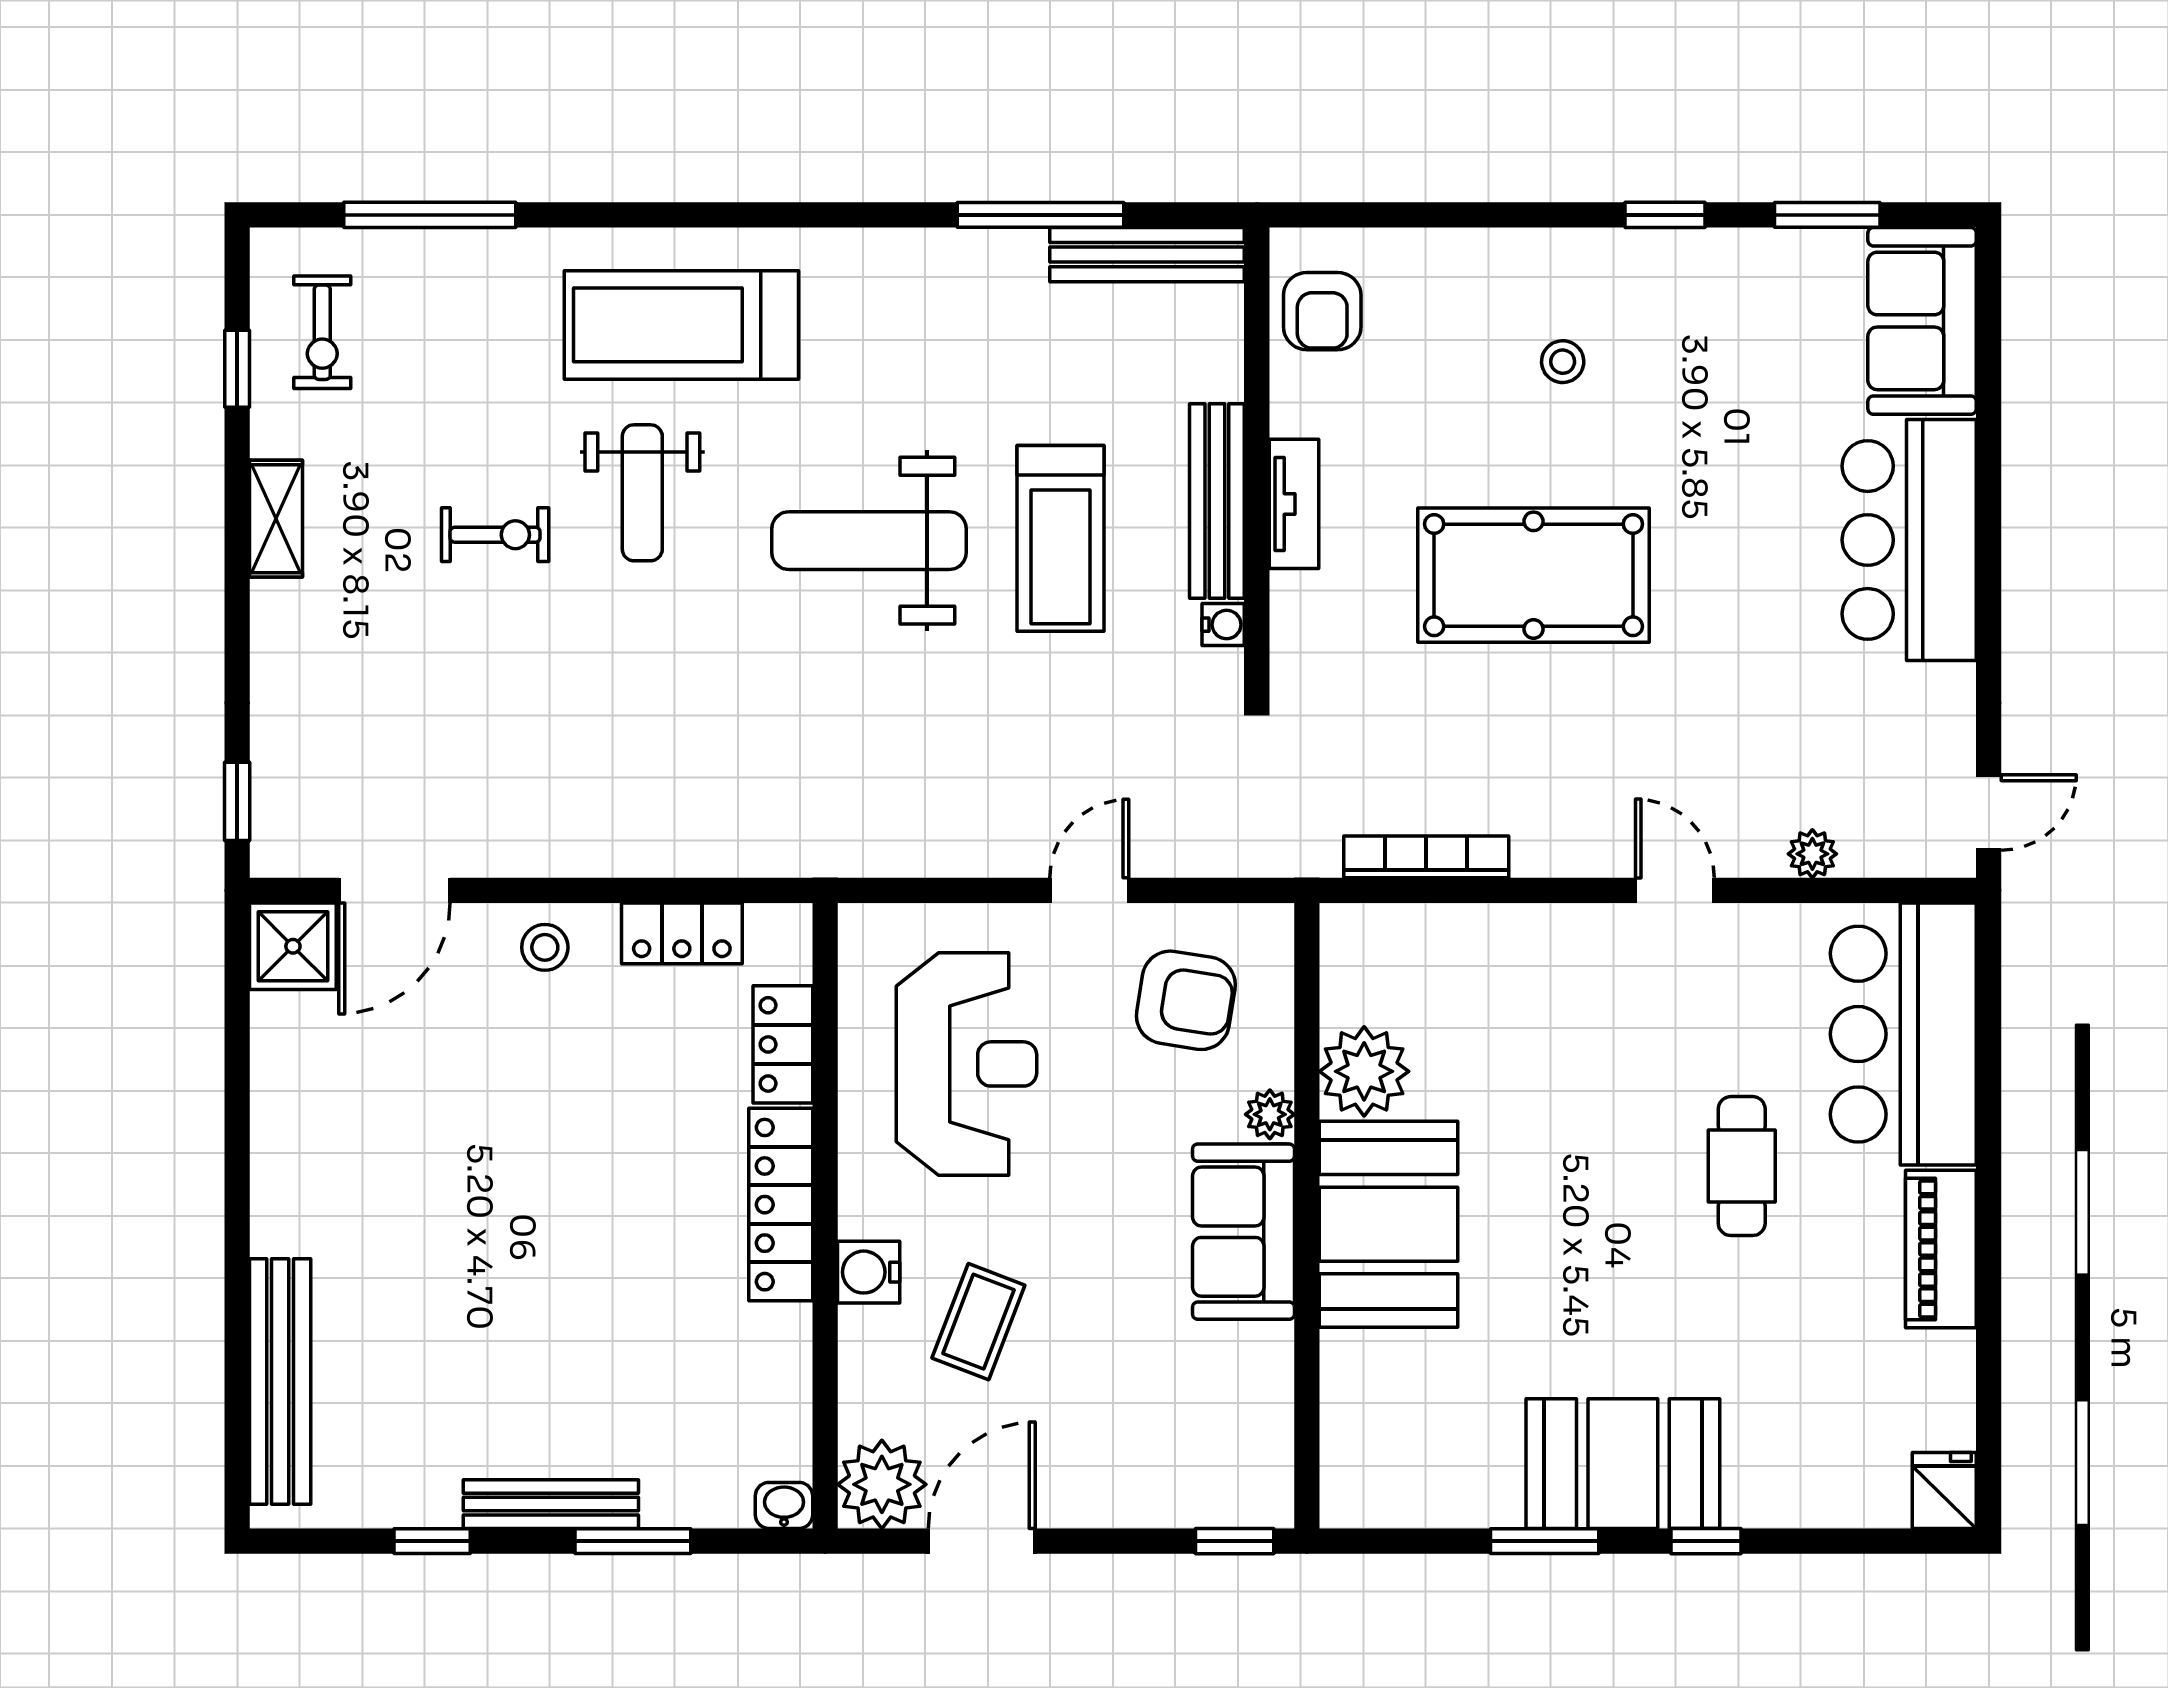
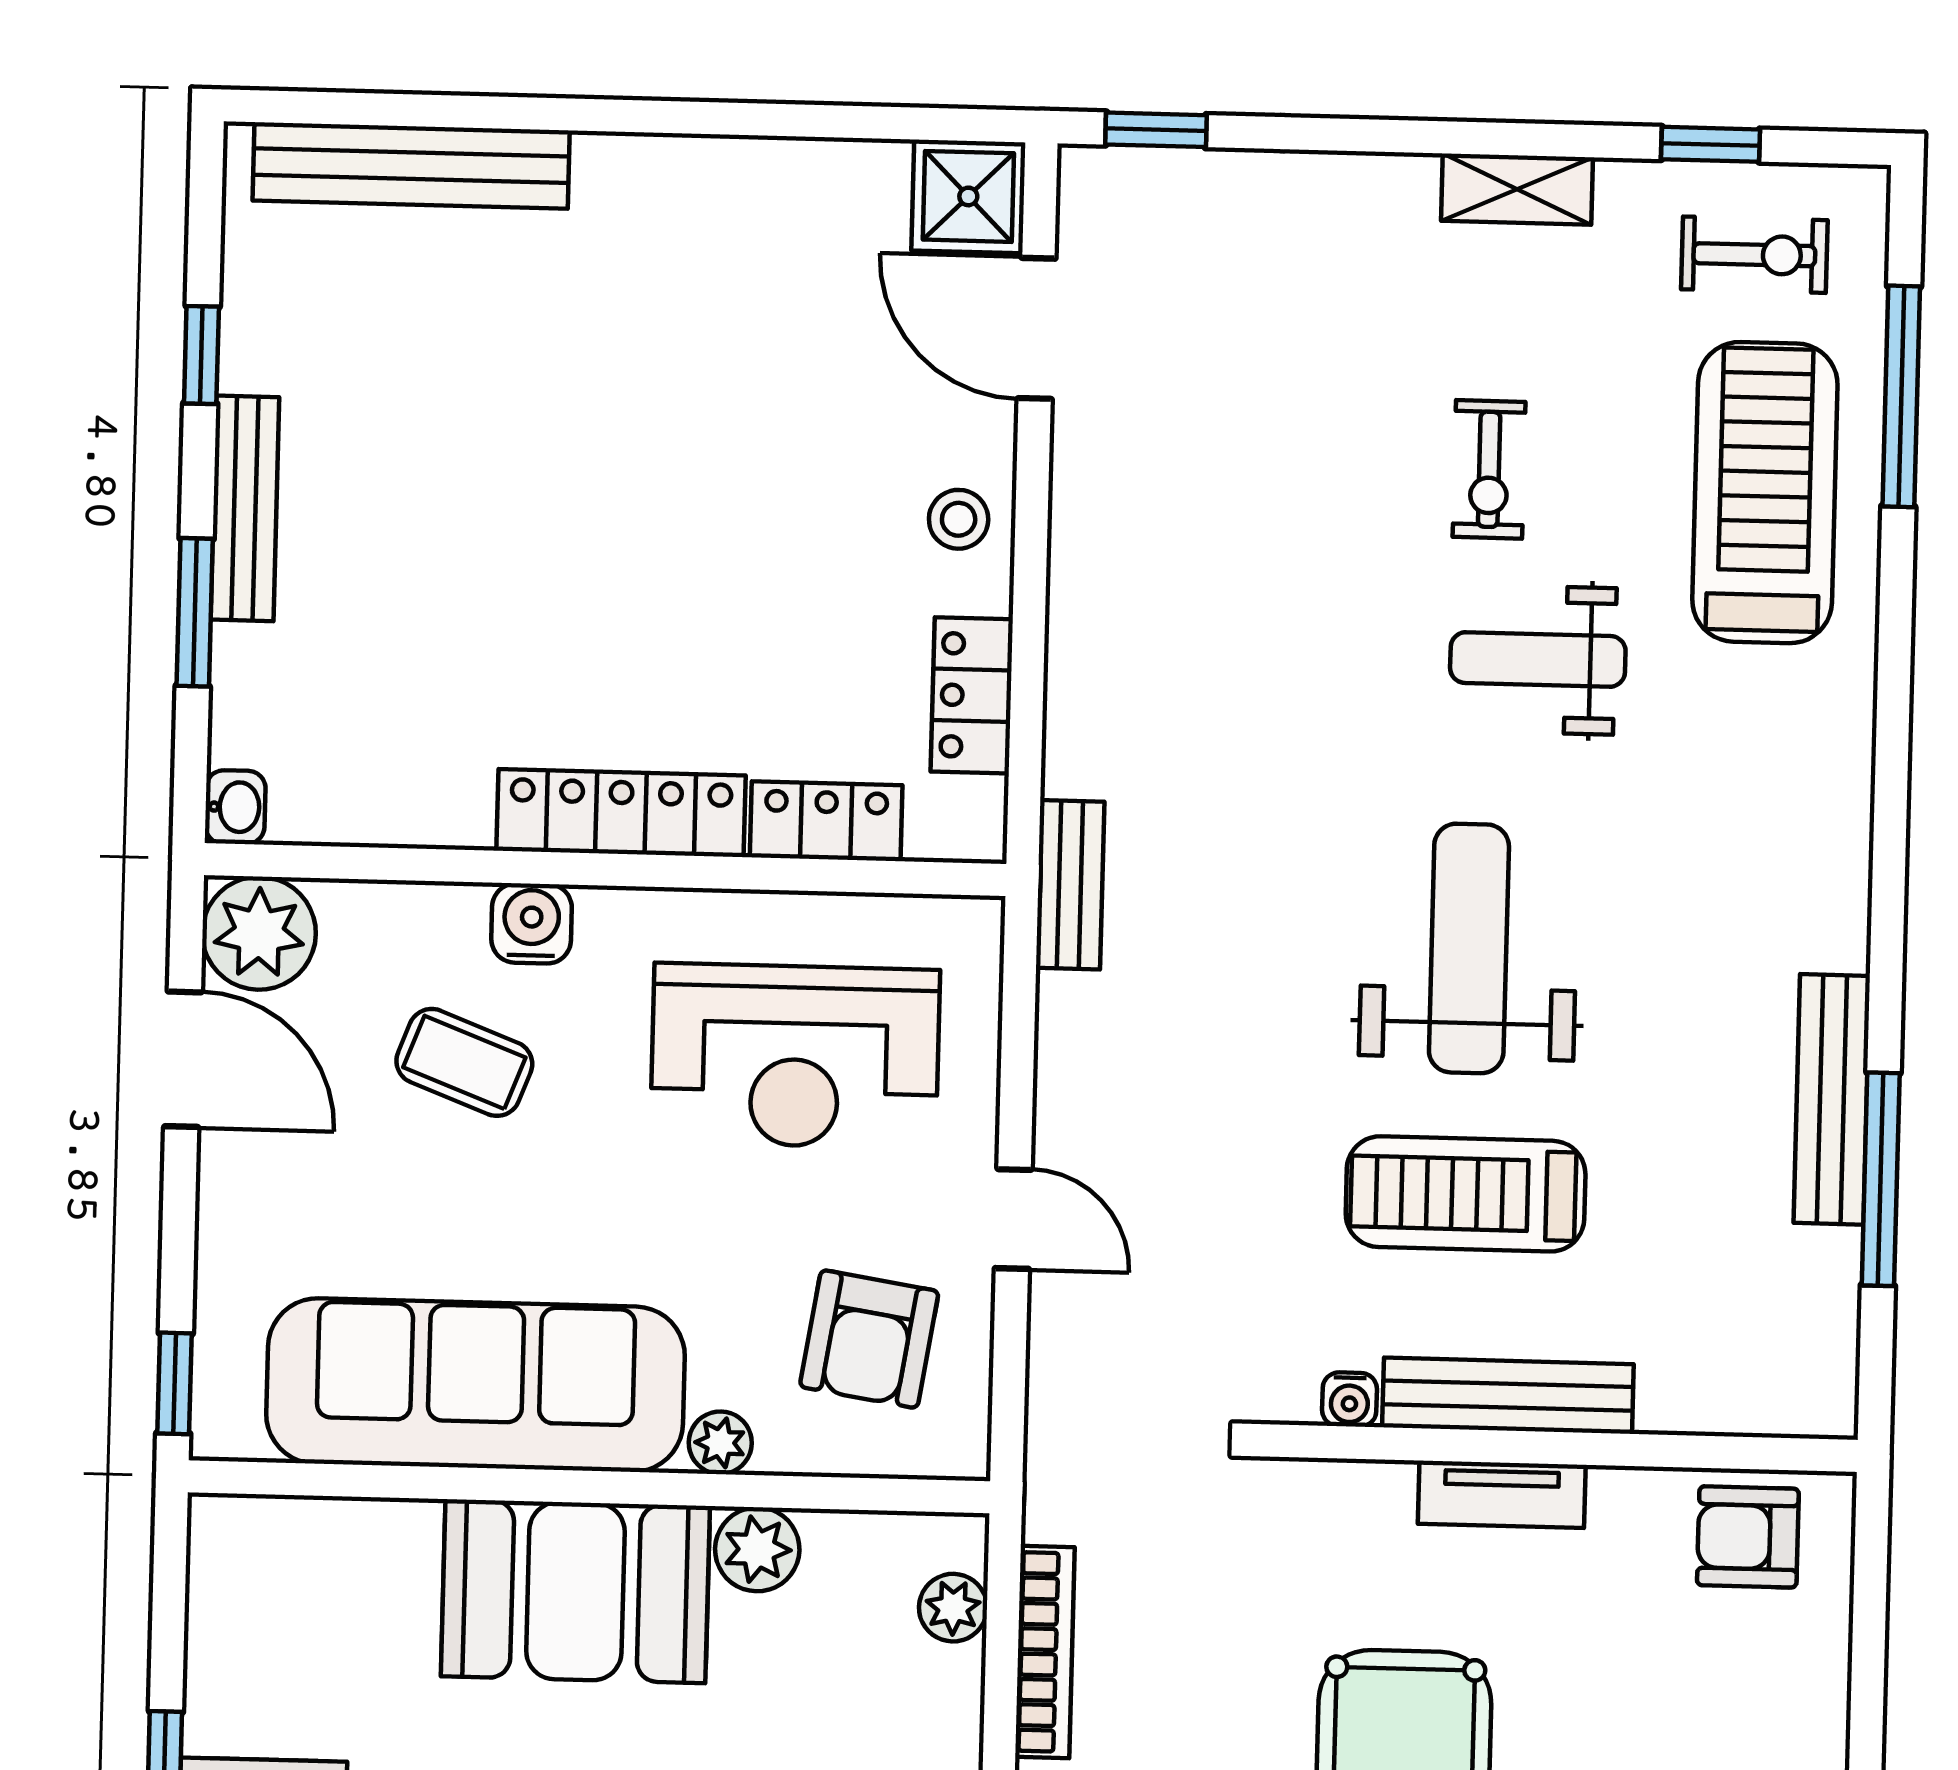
bench: (1147, 255) -> (1832, 1099), moved
treadmill: (681, 325) -> (1765, 493), moved
exercise bike: (322, 332) -> (1754, 255), turned 180
bench: (828, 853) -> (1070, 885), added
plant: (1394, 929) -> (953, 1608), added
plant: (1364, 1071) -> (757, 1549), width x0.73, depth x0.73
sofa: (1243, 1232) -> (475, 1385), width x1.85, depth x1.27

